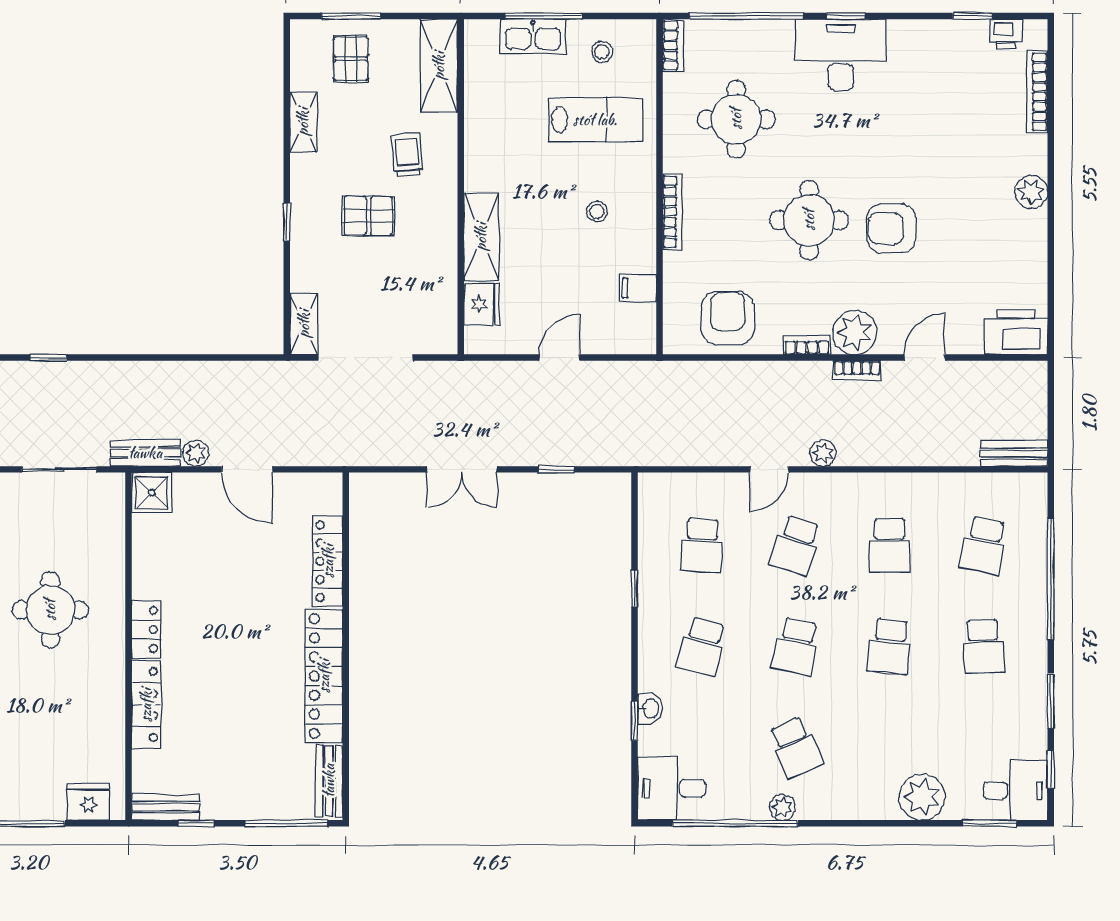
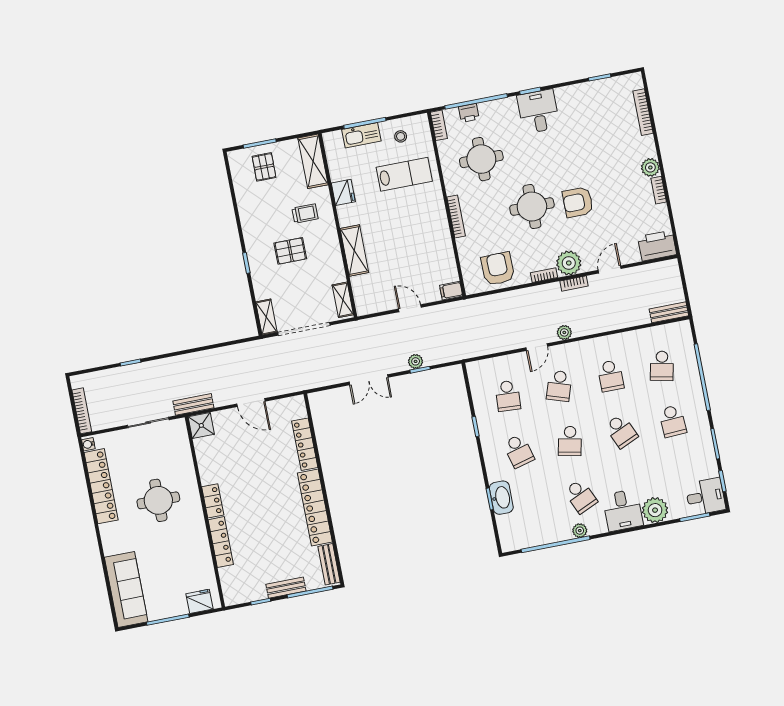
printer: (1006, 34) -> (469, 113), moved
desk: (841, 55) -> (538, 111), width x0.73
shelving: (303, 122) -> (343, 300), moved
trolley: (407, 155) -> (305, 213), turned 94
stool: (597, 212) -> (415, 224), removed
bookcase: (1038, 235) -> (659, 190), added
filing cabinet: (638, 288) -> (451, 291), moved
fridge: (482, 304) -> (343, 192), moved
door: (559, 358) -> (410, 308), hinge flipped
plant: (196, 453) -> (416, 361), moved
school desk: (702, 646) -> (519, 451), turned -30
school desk: (890, 646) -> (621, 431), turned -30
washbasin: (650, 709) -> (501, 498), width x1.91, depth x1.45
desk: (672, 788) -> (623, 510), moved, turned -90
bench: (166, 807) -> (286, 588), moved

